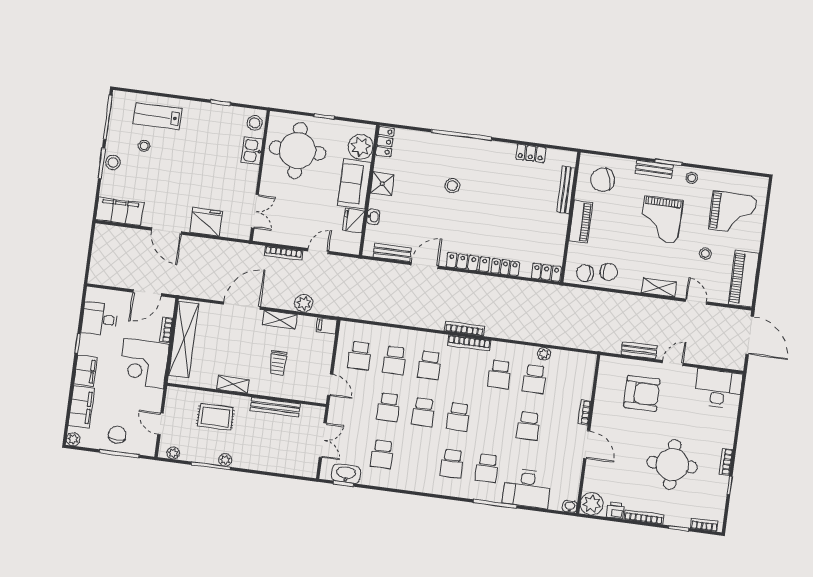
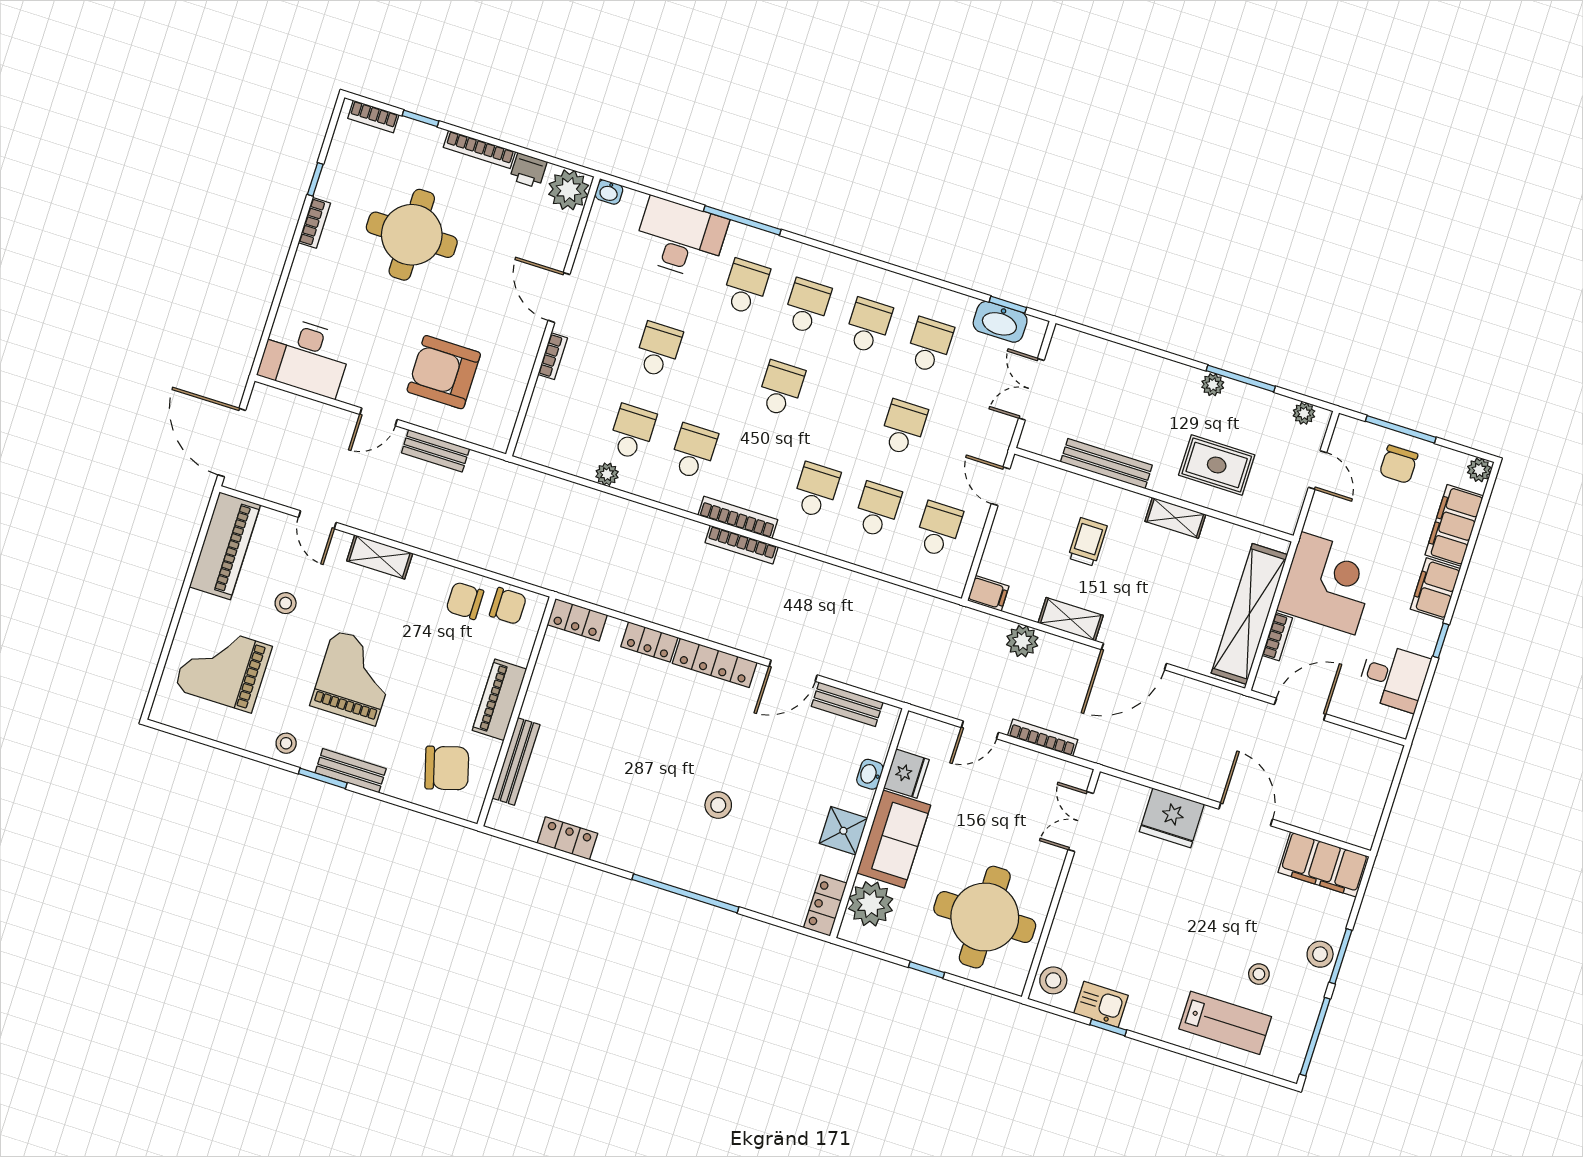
kitchen sink: (252, 151) -> (1101, 1004), moved, turned -90
school desk: (423, 412) -> (868, 326), moved

